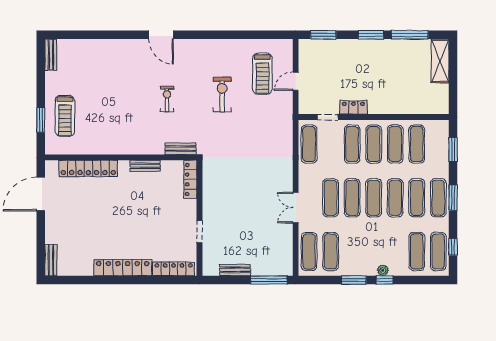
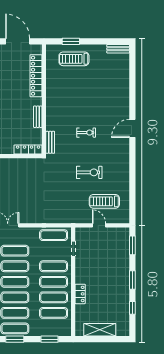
window: (410, 35) -> (132, 308), width x0.46
shelving: (440, 61) -> (100, 330), moved
locker: (353, 107) -> (80, 294), moved

